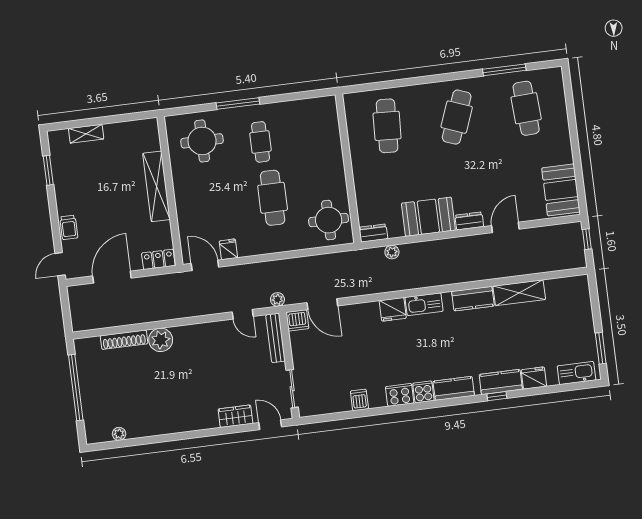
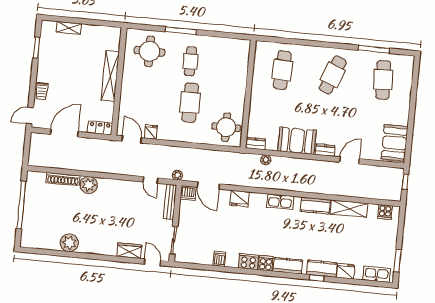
cooker: (569, 286) -> (385, 212), added
fridge: (393, 309) -> (240, 199), moved
plant: (119, 434) -> (69, 243), moved, width x1.87, depth x1.87

